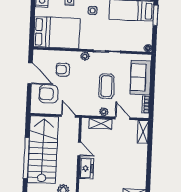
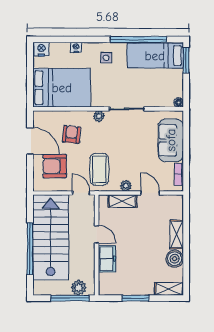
armchair: (63, 70) -> (72, 134), turned 96
coffee table: (106, 86) -> (99, 169), moved
shelving: (143, 132) -> (177, 234), moved
boiler: (140, 171) -> (175, 259), added

